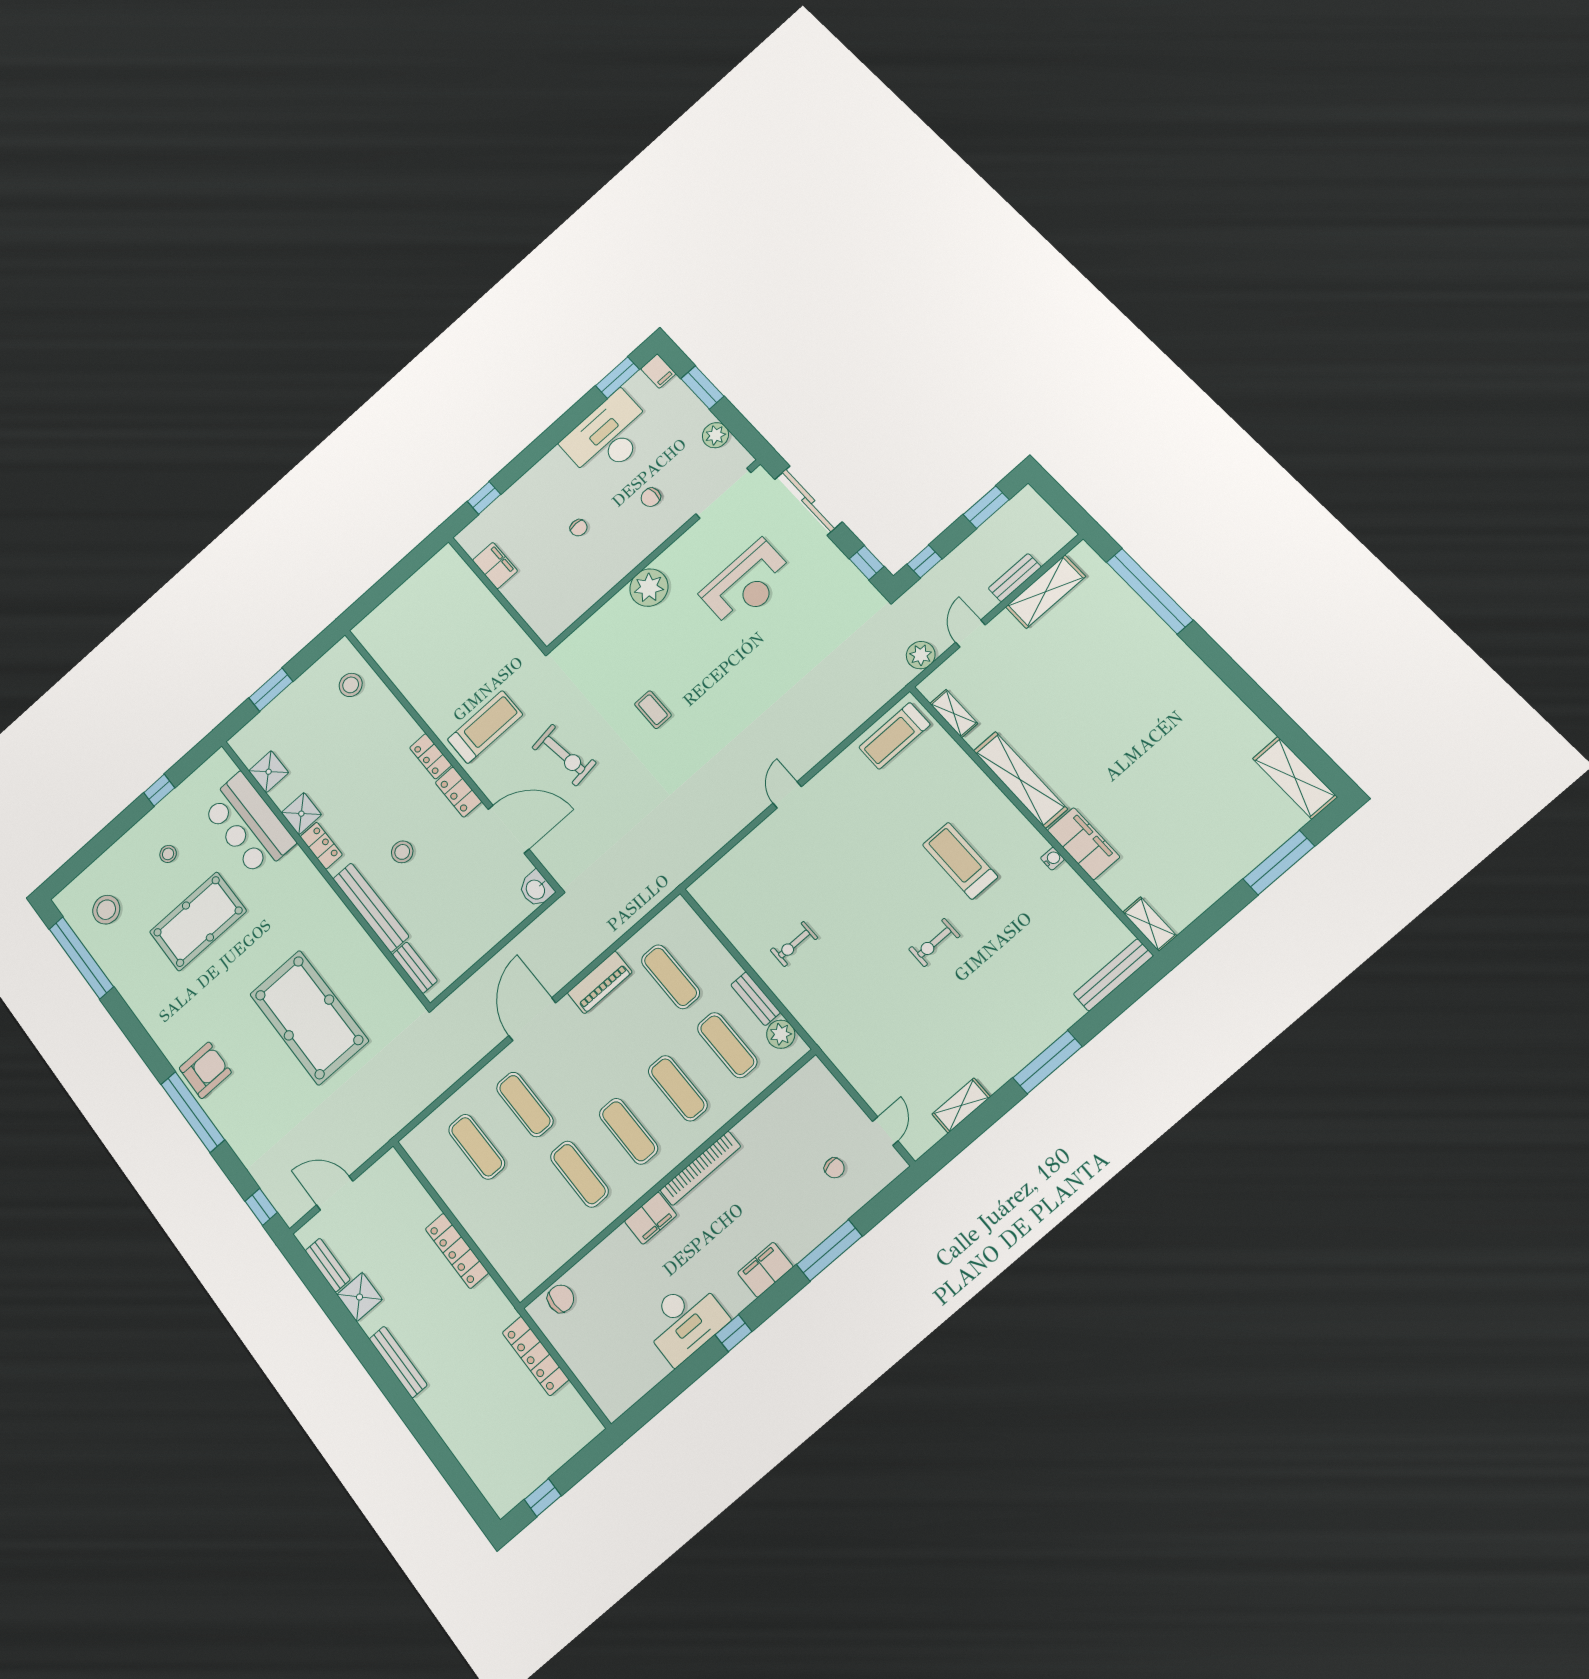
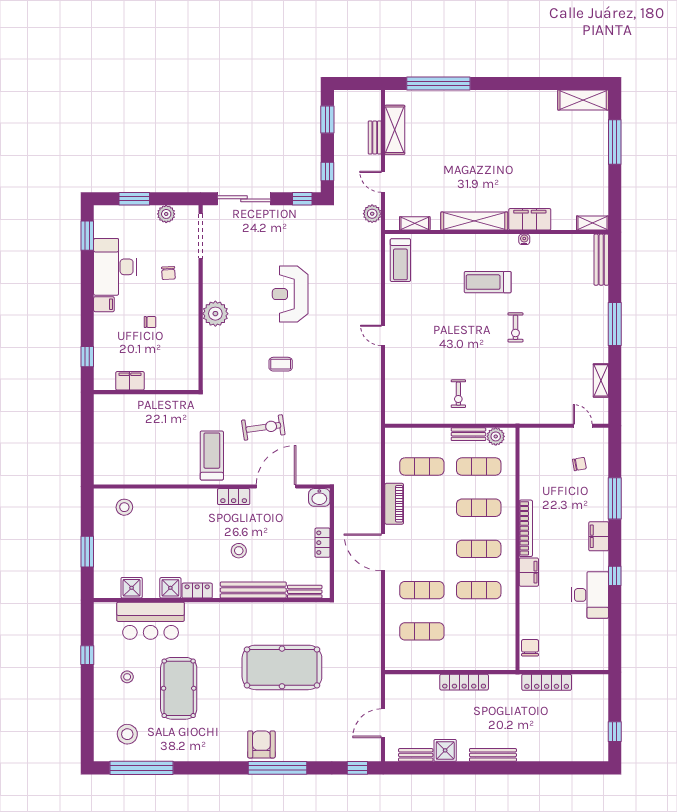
filing cabinet: (658, 371) -> (104, 304), moved
reception desk: (747, 584) -> (290, 294), moved, turned 180
locker: (431, 756) -> (323, 543), moved, turned 90

